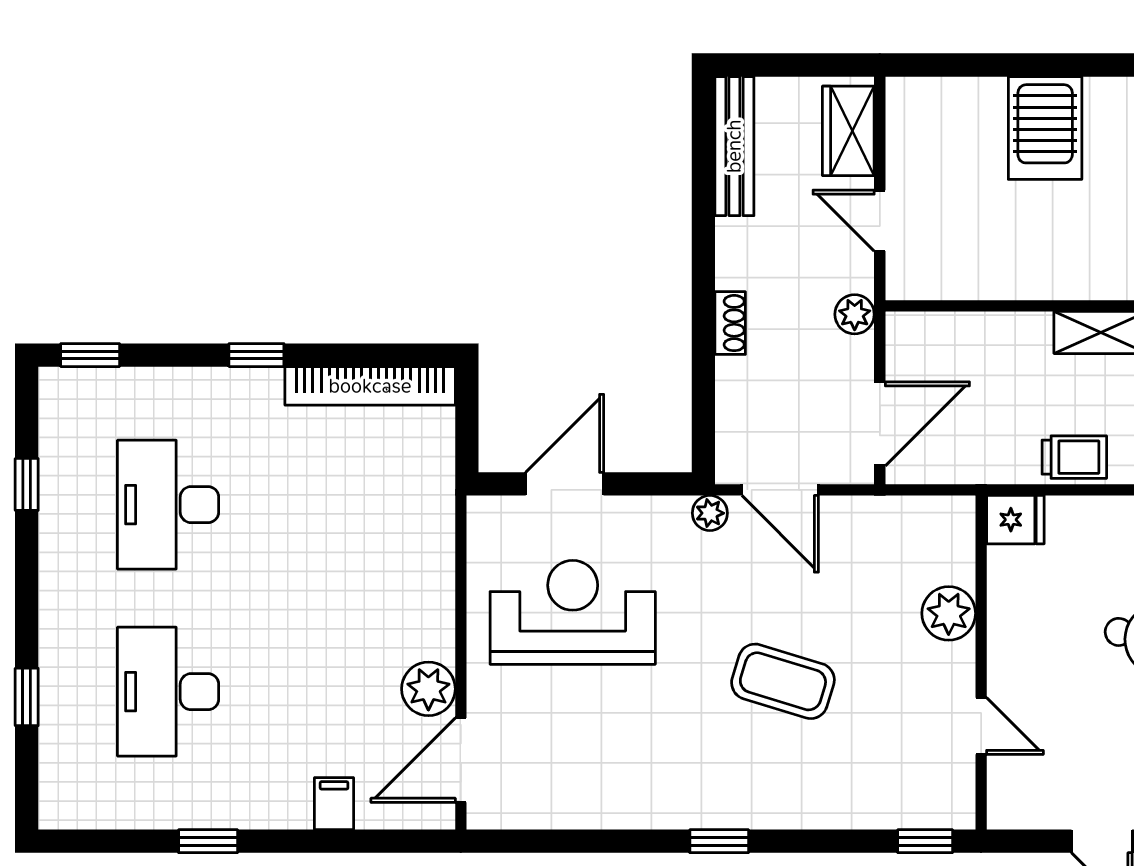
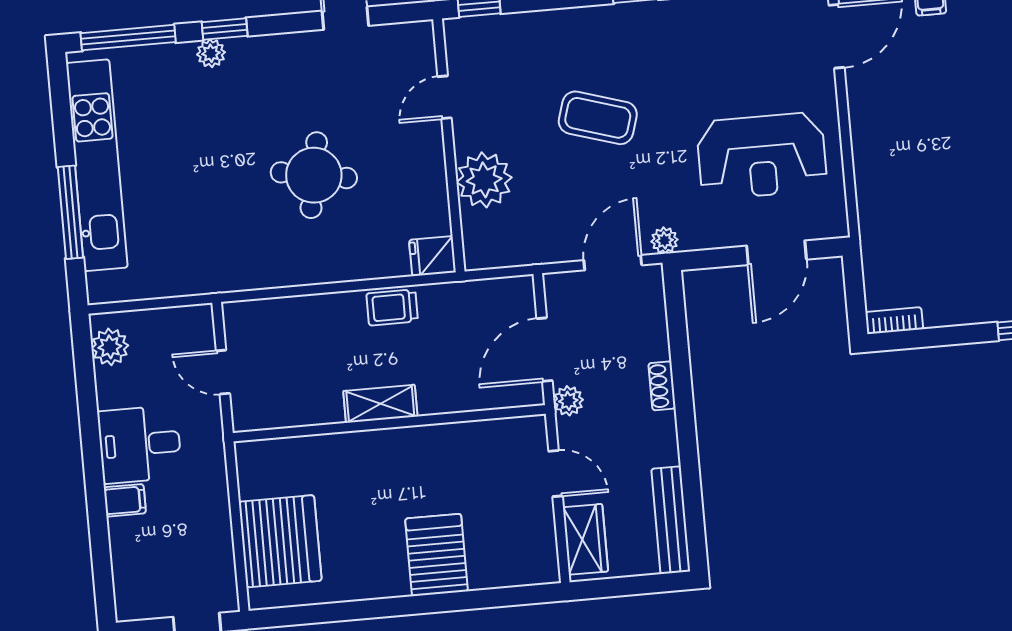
bookcase: (370, 386) -> (894, 321), width x0.43, depth x0.76
door: (880, 424) -> (544, 350), moved
door: (780, 490) -> (613, 263), hinge flipped
plant: (949, 613) -> (484, 180), width x1.36, depth x1.36
plant: (428, 689) -> (866, 88), removed
door: (981, 726) -> (445, 97), hinge flipped

